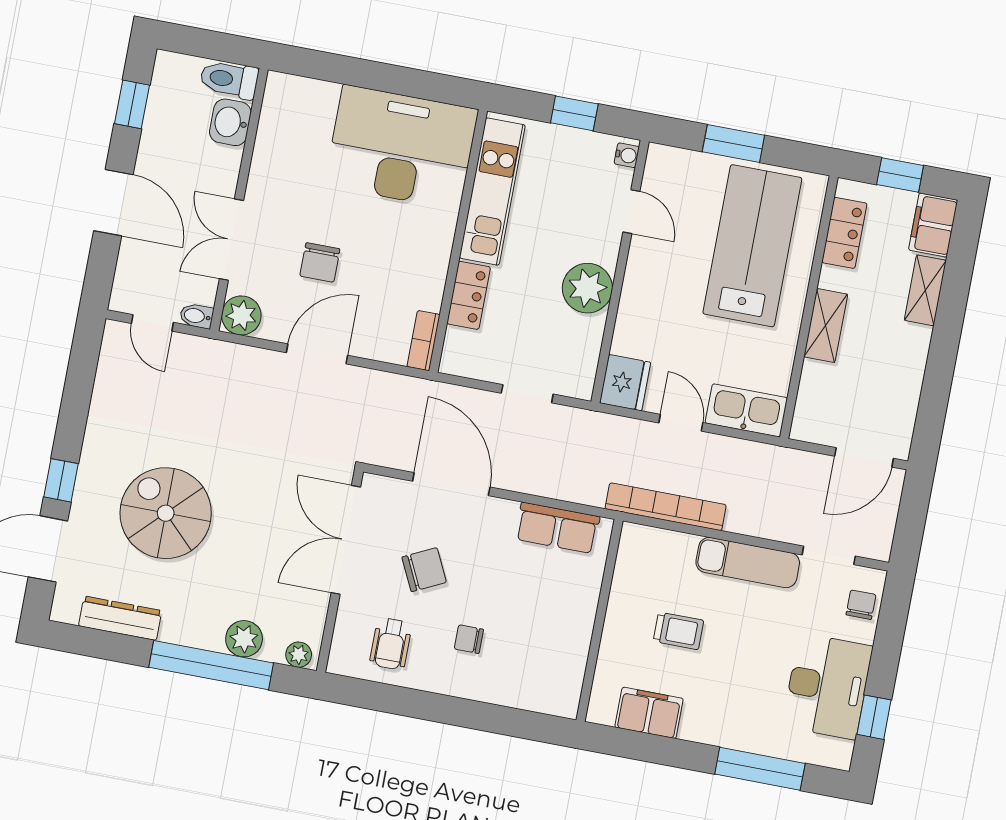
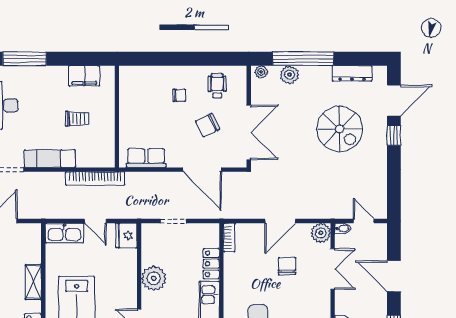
trolley: (678, 631) -> (77, 119), turned 180

